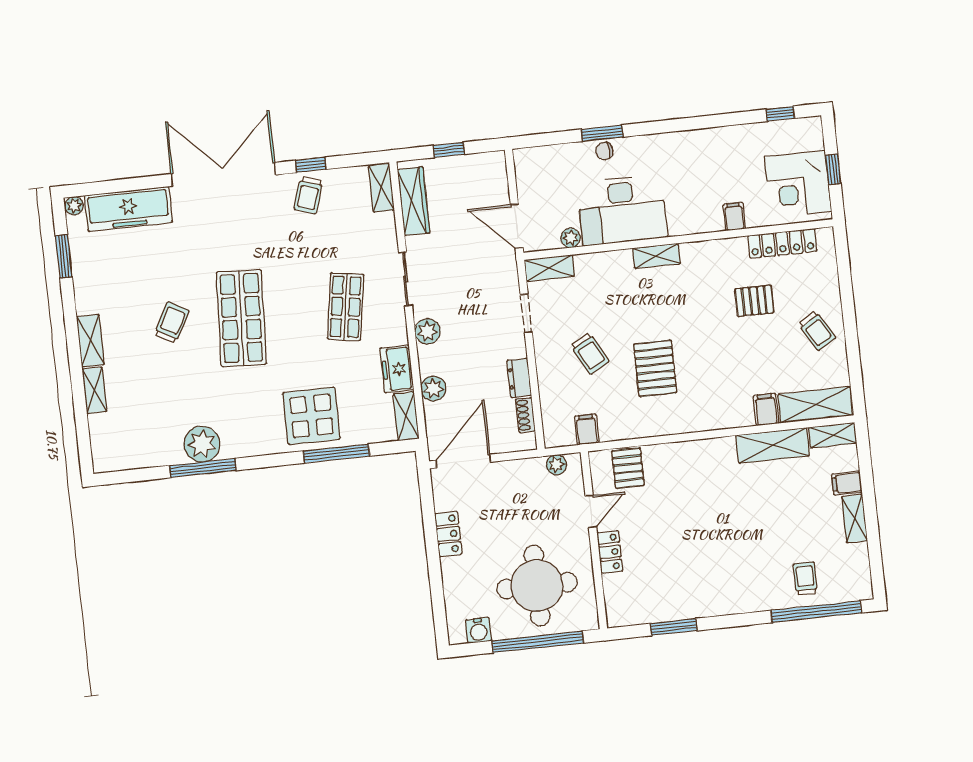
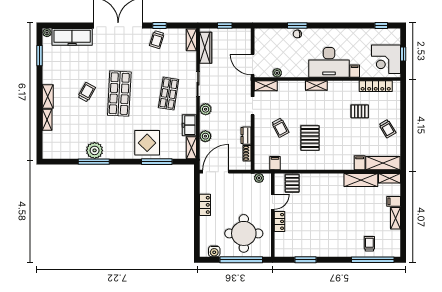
desk: (622, 210) -> (329, 62), moved

